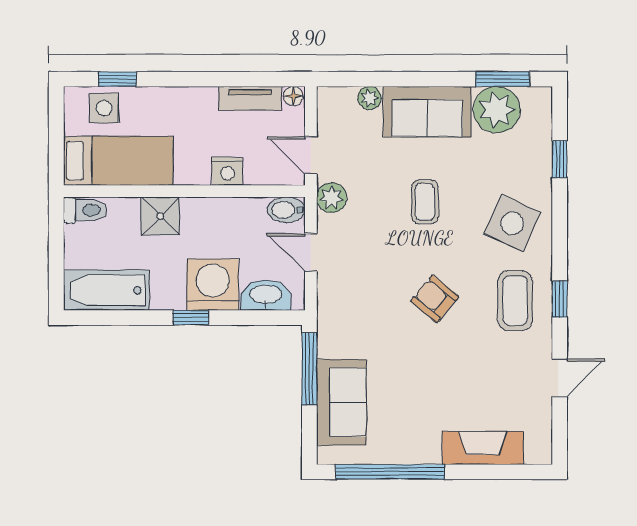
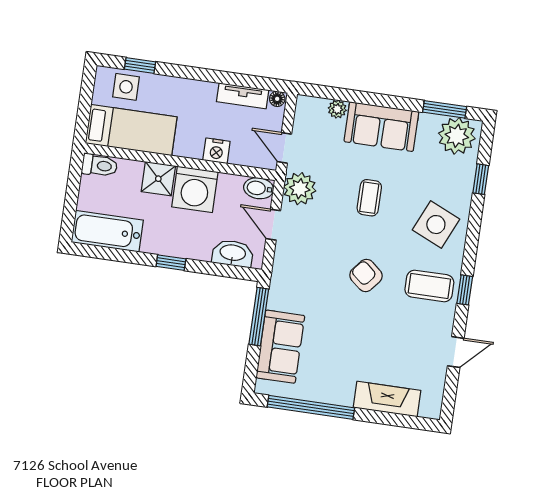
plant: (497, 110) -> (457, 136), moved
plant: (332, 198) -> (300, 189), width x1.36, depth x1.36
washing machine: (213, 285) -> (195, 189), moved, turned 180
coffee table: (515, 300) -> (429, 286), turned 90

